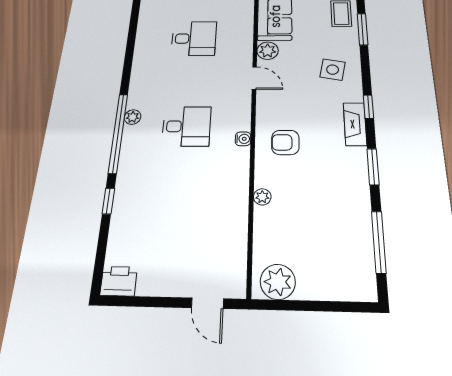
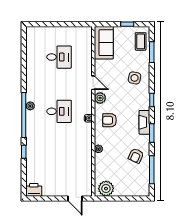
plant: (268, 51) -> (100, 98), moved
fireplace: (355, 124) -> (144, 122), moved
armchair: (342, 212) -> (136, 156), added

